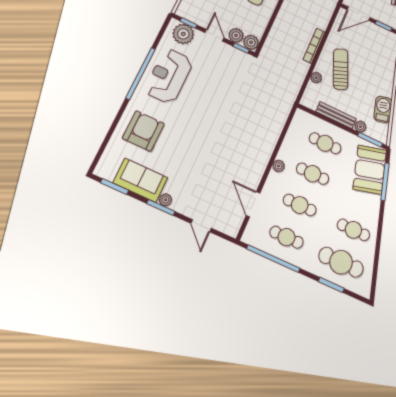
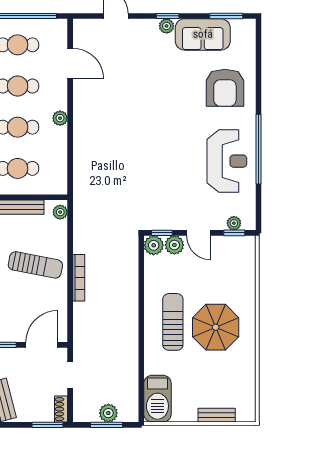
plant: (183, 34) -> (234, 223), width x0.53, depth x0.53
sun lounger: (341, 69) -> (35, 265), turned -57
plant: (316, 78) -> (60, 212), moved
window: (161, 207) -> (168, 16), width x0.67

